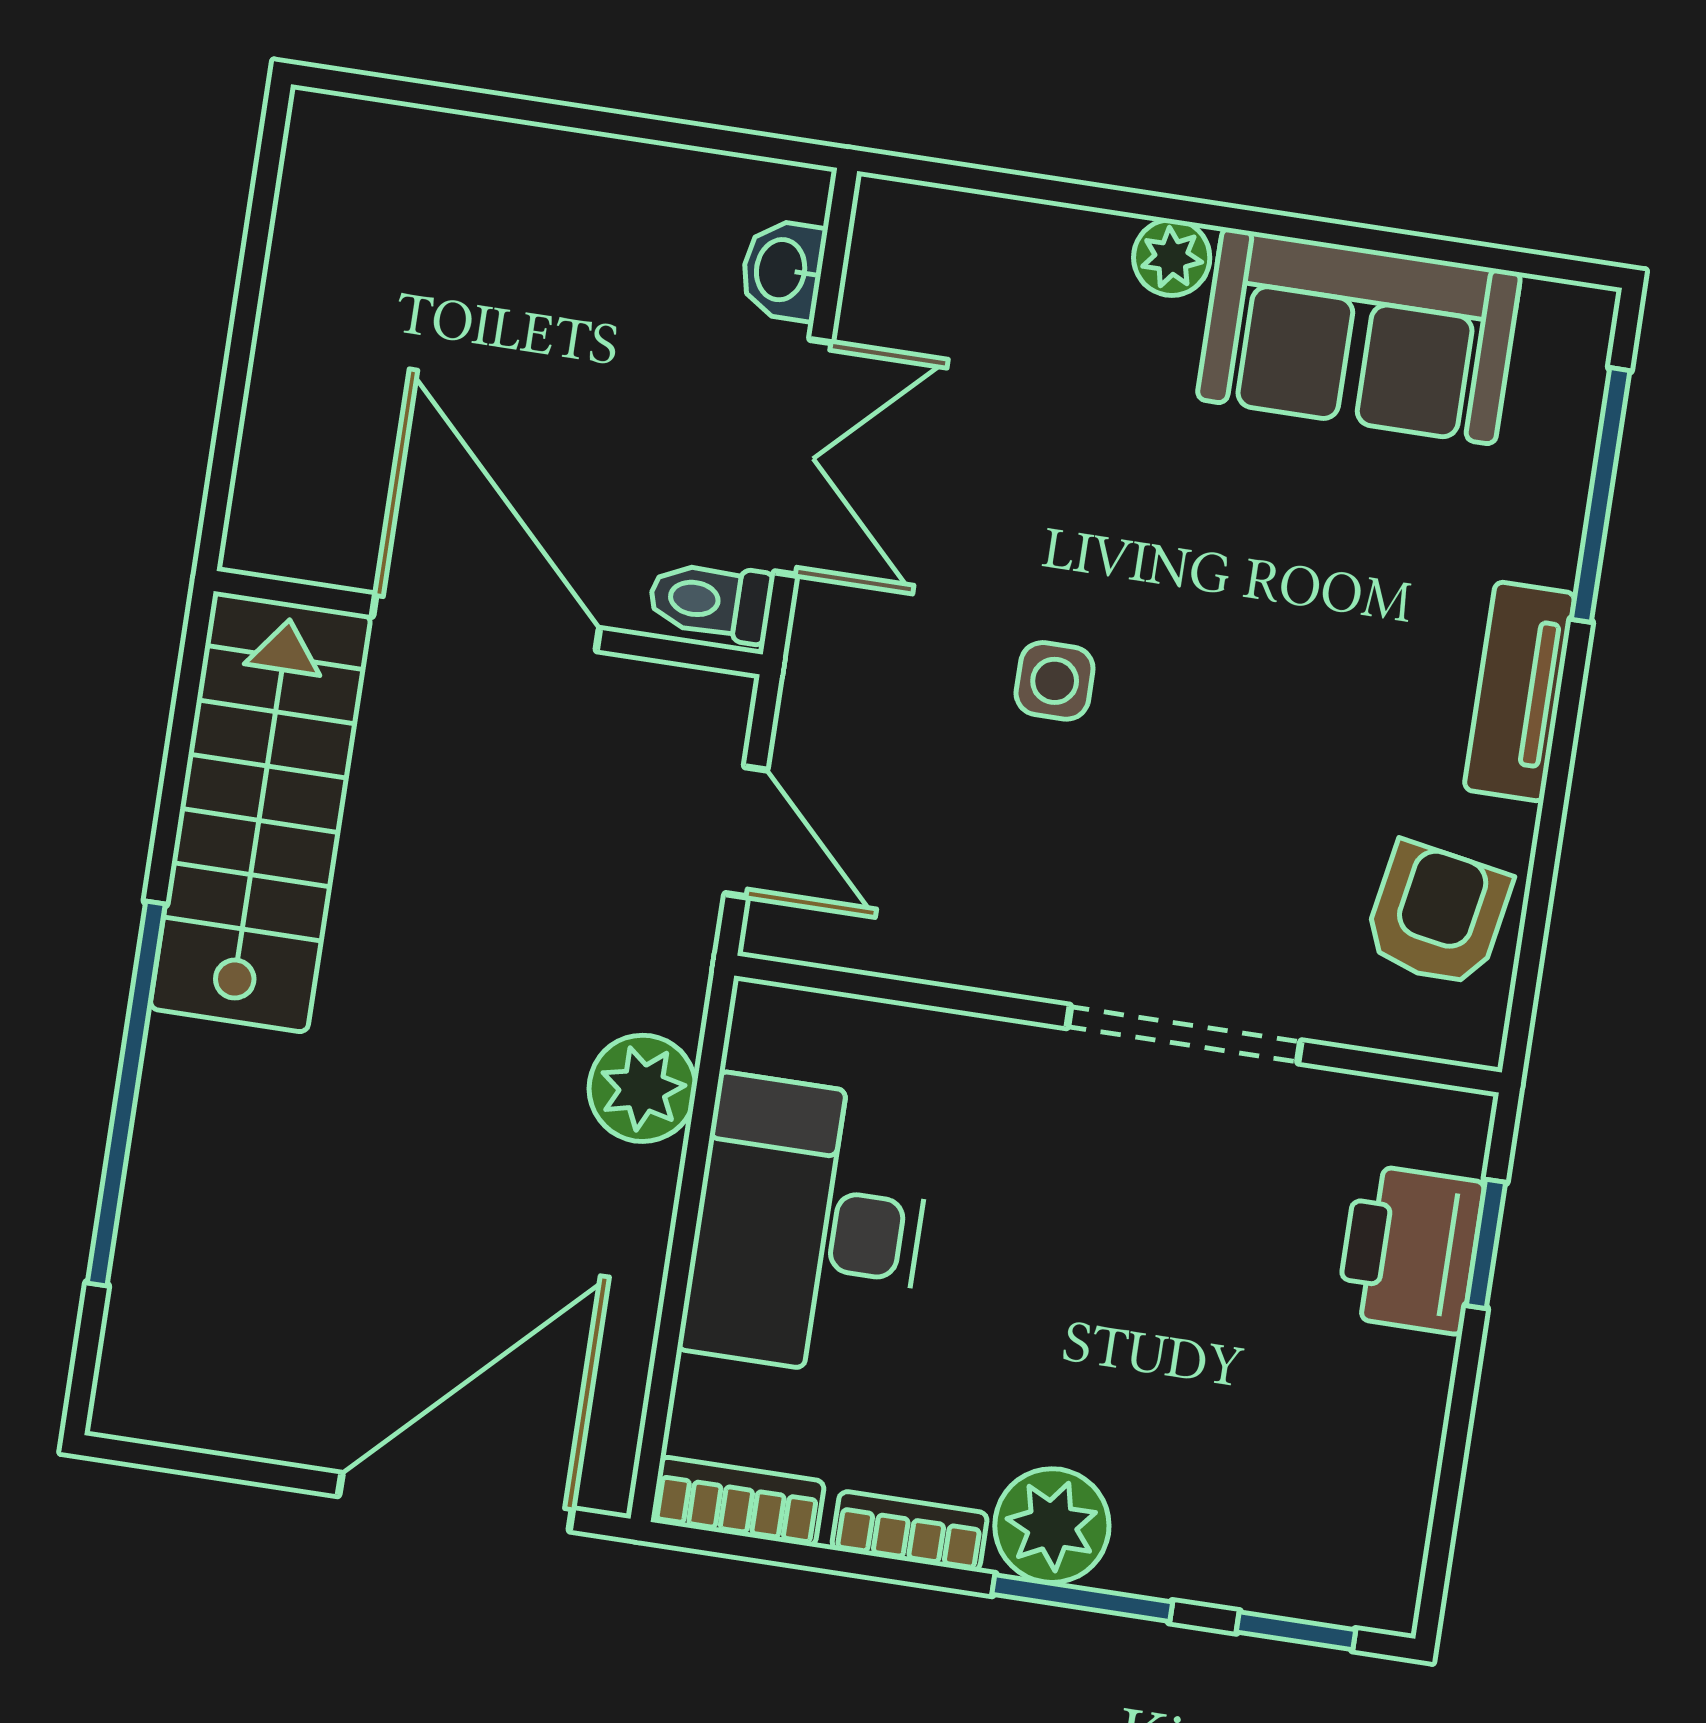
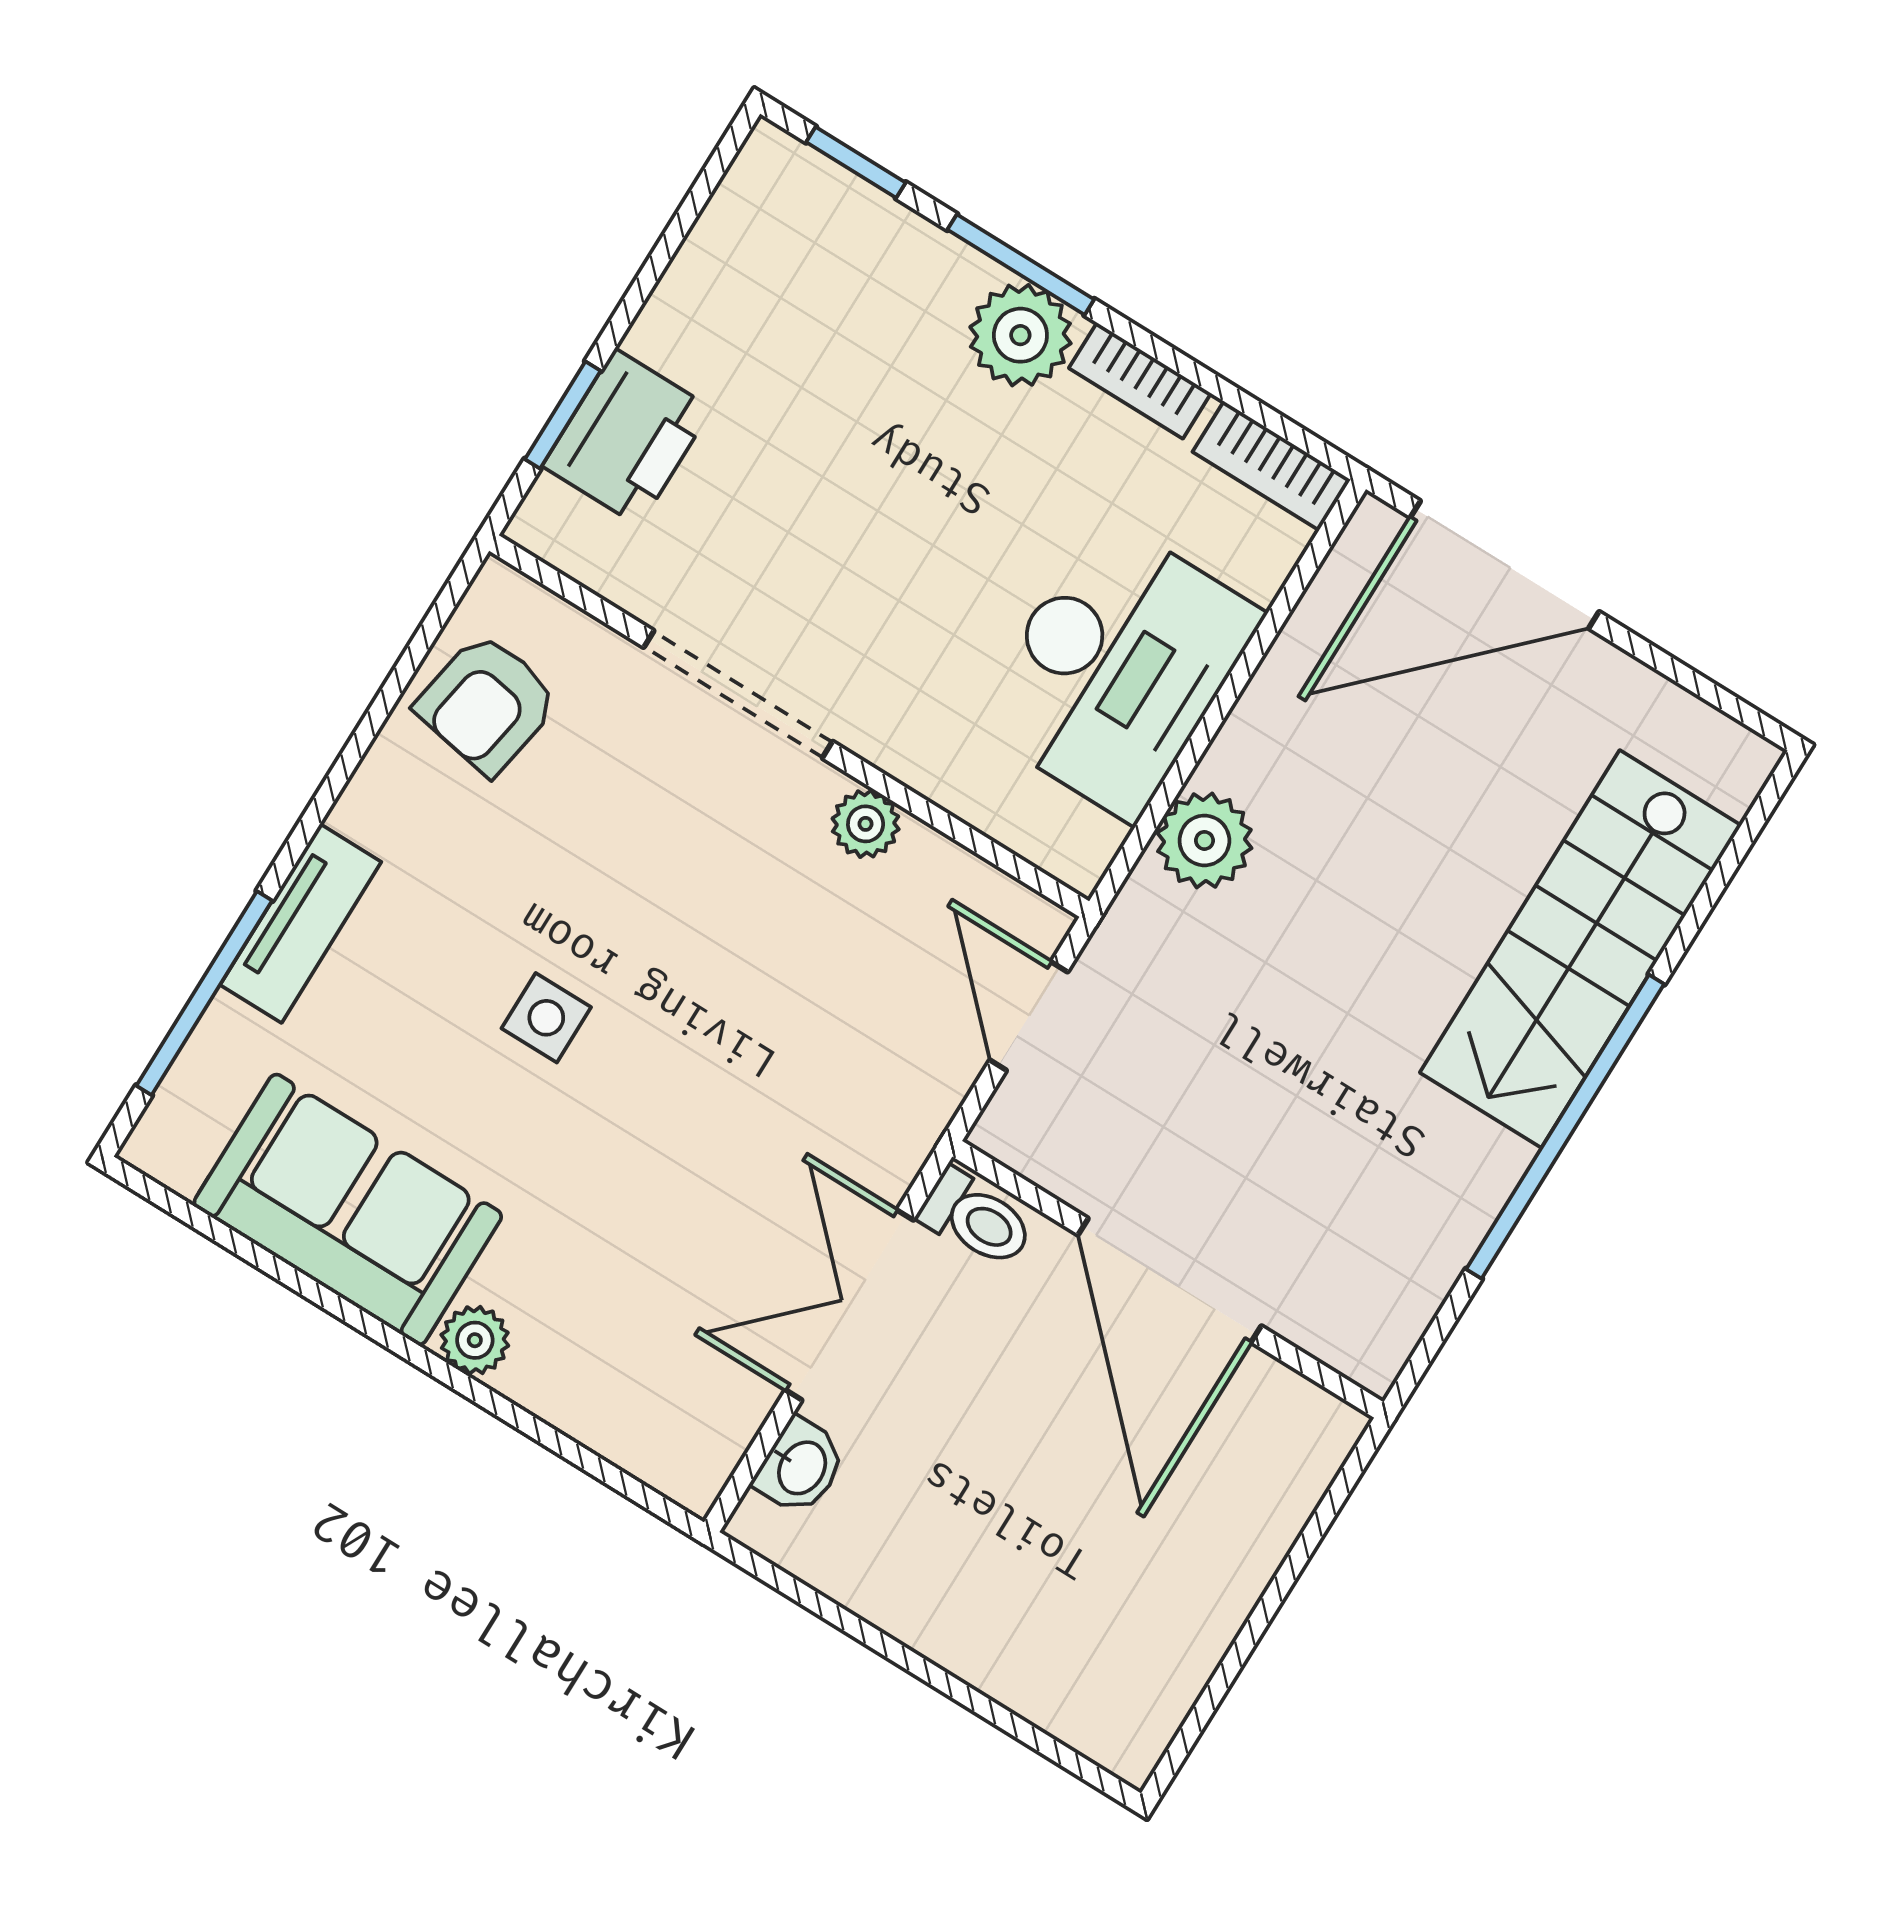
side table: (1055, 681) -> (546, 1018), moved
tv unit: (1519, 691) -> (301, 923), moved
stairs: (260, 812) -> (1581, 949), moved
plant: (997, 957) -> (866, 824), added
window: (126, 1094) -> (1565, 1127), moved

